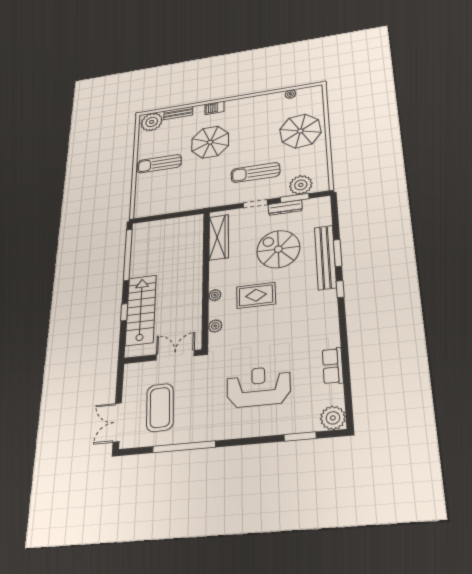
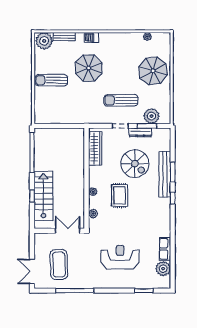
spiral stairs: (278, 249) -> (135, 164), turned 180
rug: (256, 295) -> (120, 195), turned 90
plant: (333, 418) -> (163, 269), moved

